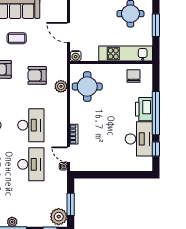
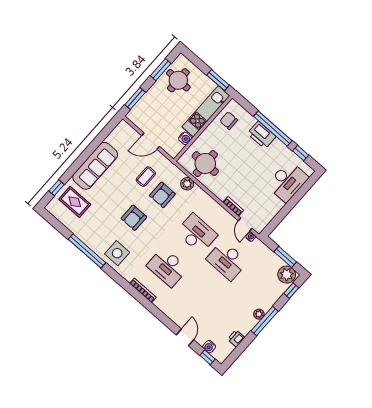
window: (156, 25) -> (218, 80), moved
coffee table: (17, 38) -> (146, 177), moved
water cooler: (76, 56) -> (185, 138), moved
desk: (139, 139) -> (287, 181), moved, turned 90
door: (69, 154) -> (245, 224), hinge flipped
desk: (31, 164) -> (227, 260), turned 180

